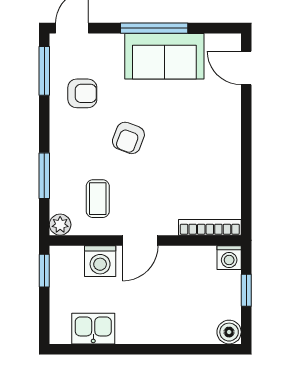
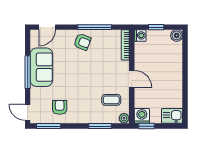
armchair: (128, 138) -> (82, 42), moved
window: (246, 165) -> (95, 27), added
washing machine: (100, 261) -> (142, 116), moved, turned -90
kitchen sink: (93, 329) -> (172, 116), moved, turned 90

